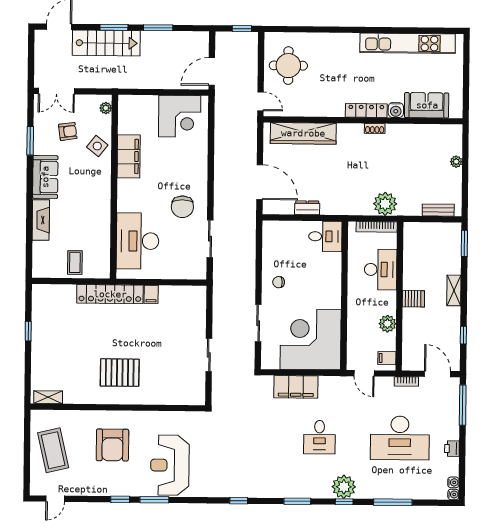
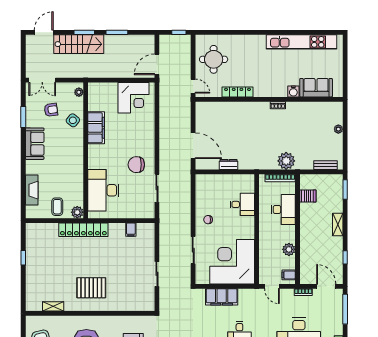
locker: (366, 110) -> (238, 92), moved
wardrobe: (303, 133) -> (225, 109), removed
chair: (182, 207) -> (136, 165), turned 90
fireplace: (41, 220) -> (32, 190), moved
desk: (325, 236) -> (242, 204), moved
plant: (102, 270) -> (77, 212), added
filing cabinet: (151, 294) -> (131, 230), moved
server rack: (413, 299) -> (308, 196), moved
shelving: (48, 397) -> (53, 306), moved

